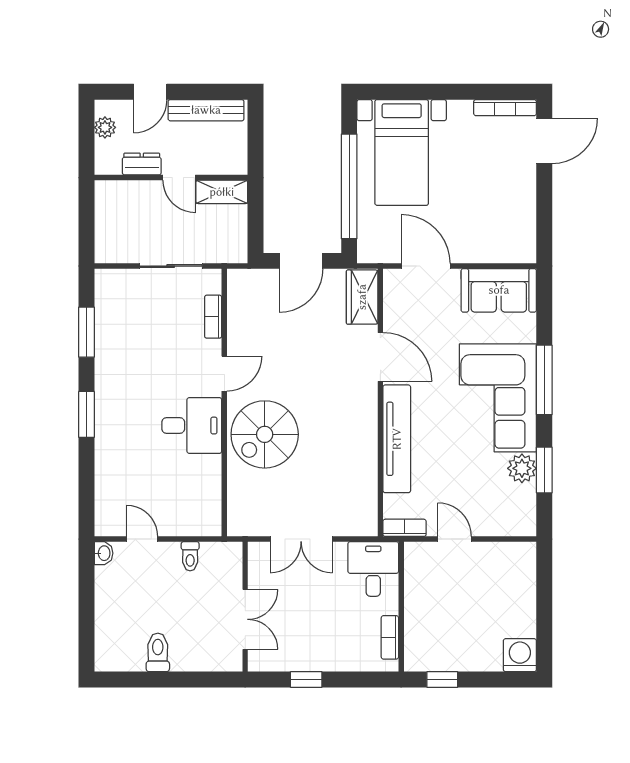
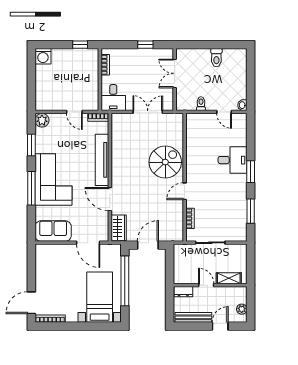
dresser: (142, 164) -> (183, 292), moved
shelving: (222, 192) -> (229, 278), moved
desk: (192, 426) -> (233, 160), moved, turned 180
plant: (522, 468) -> (42, 120), moved

